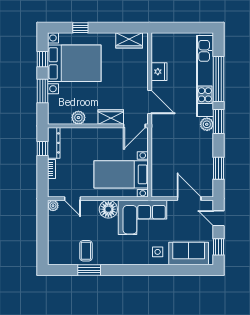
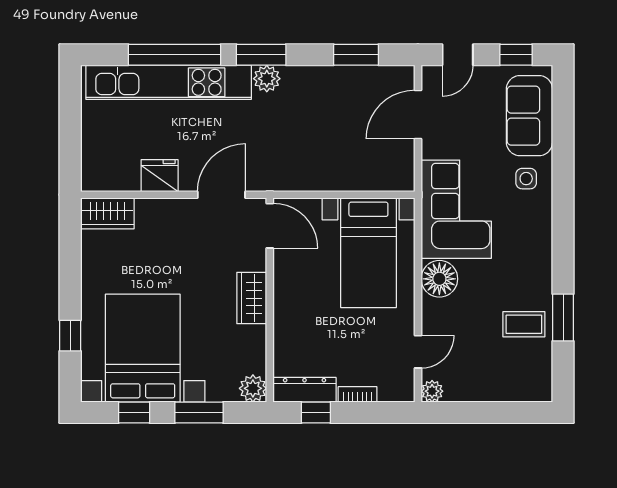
wardrobe: (129, 40) -> (107, 213), moved, turned 90
wardrobe: (111, 117) -> (252, 298), moved
plant: (78, 118) -> (253, 388), moved

